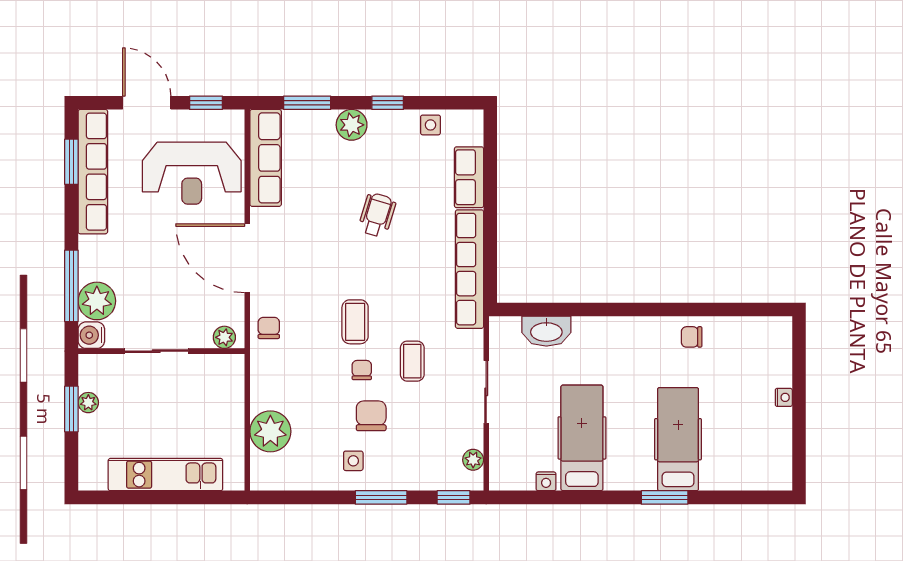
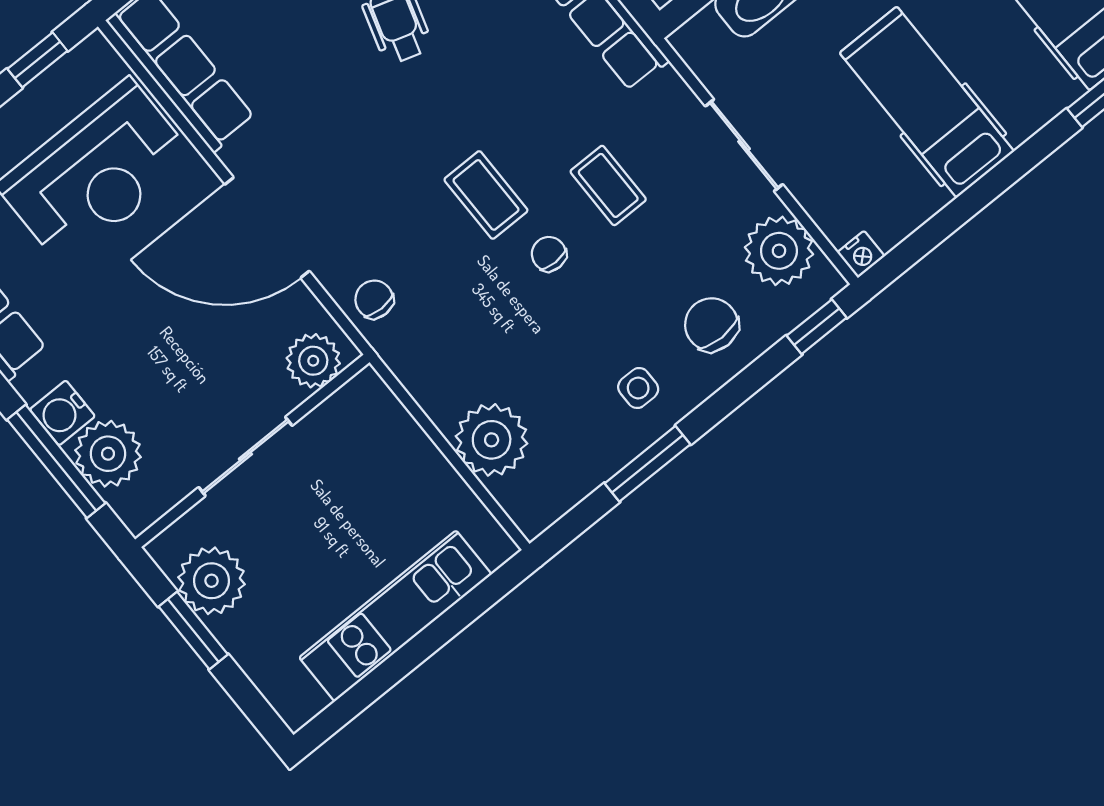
water cooler: (91, 335) -> (62, 413), moved
plant: (224, 337) -> (313, 361), width x1.38, depth x1.38
plant: (88, 403) -> (212, 581), width x1.88, depth x1.88
chair: (371, 416) -> (711, 325), moved
plant: (473, 460) -> (779, 251), width x1.88, depth x1.88
nightstand: (546, 481) -> (861, 254), moved
window: (381, 497) -> (647, 464), moved

